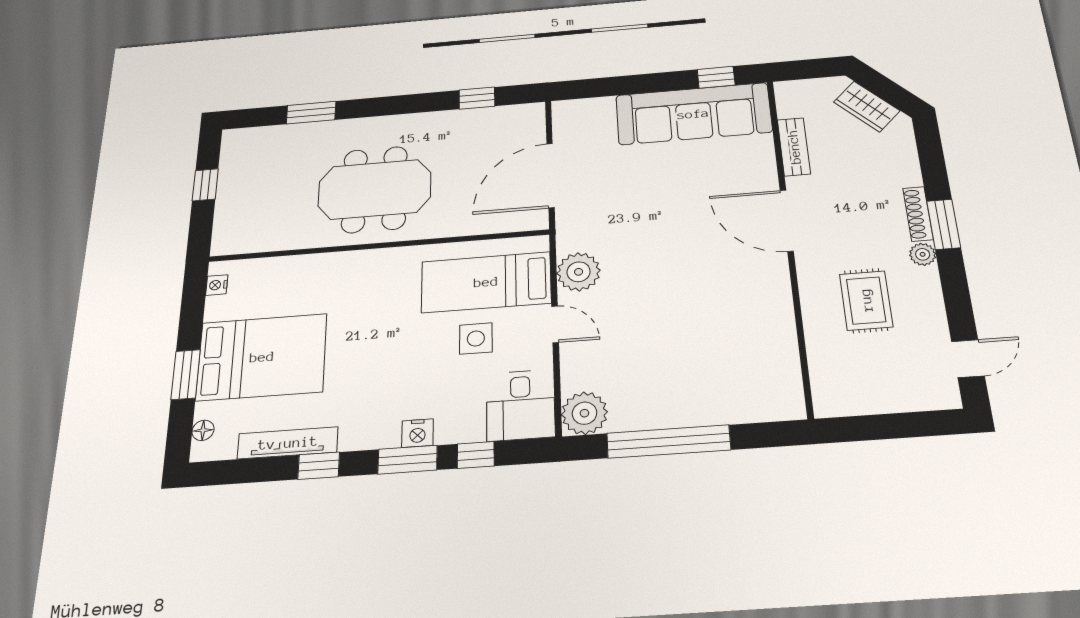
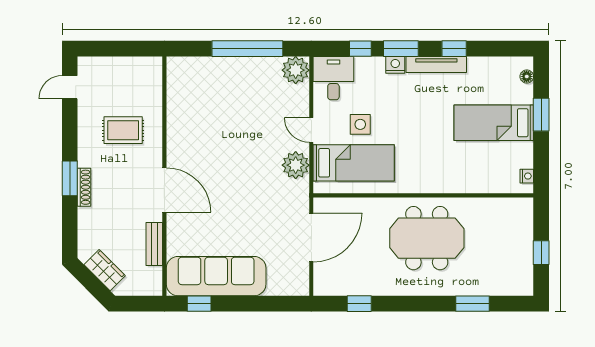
plant: (923, 254) -> (85, 159), removed
rug: (866, 300) -> (123, 130), turned 90
bed: (262, 357) -> (494, 123), width x0.67
tv unit: (288, 443) -> (436, 64), moved

